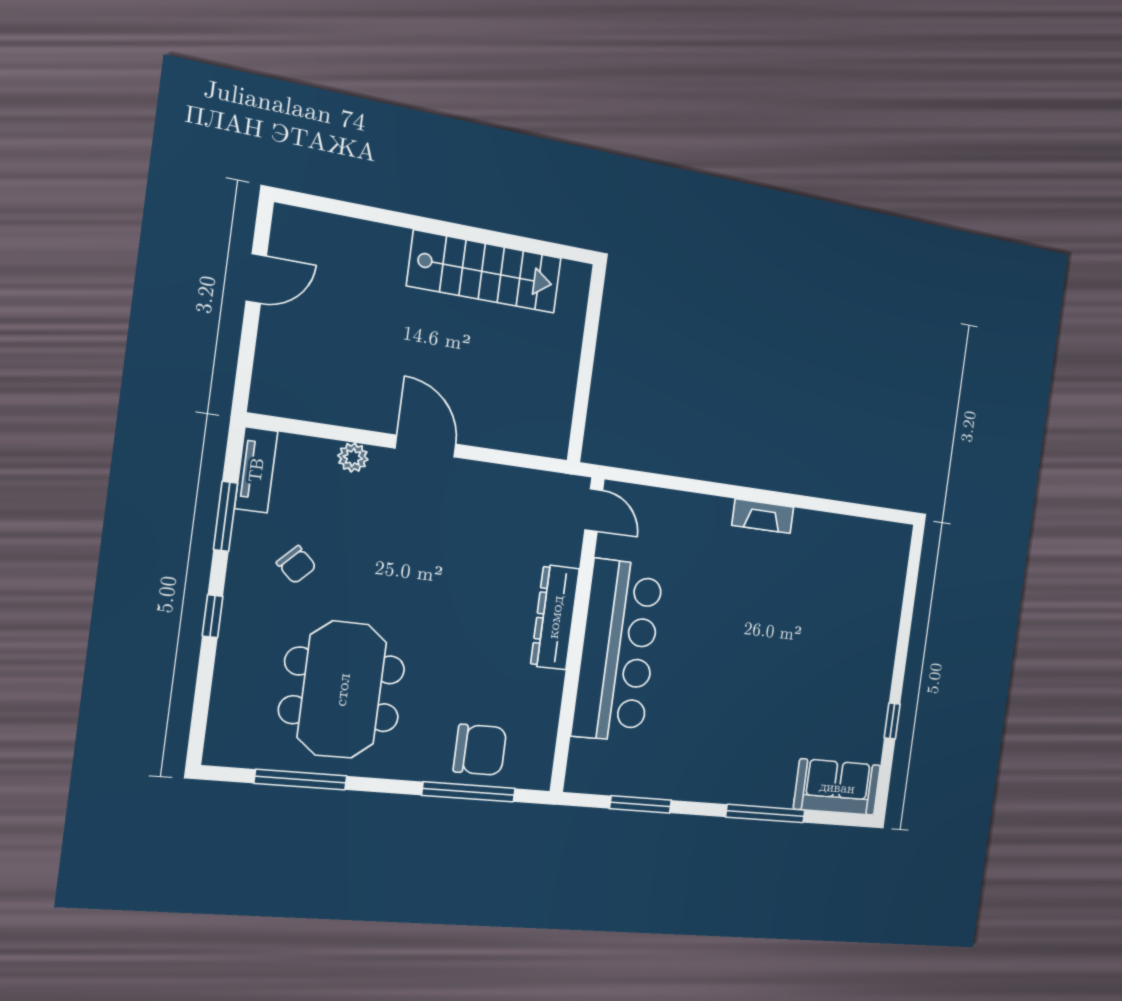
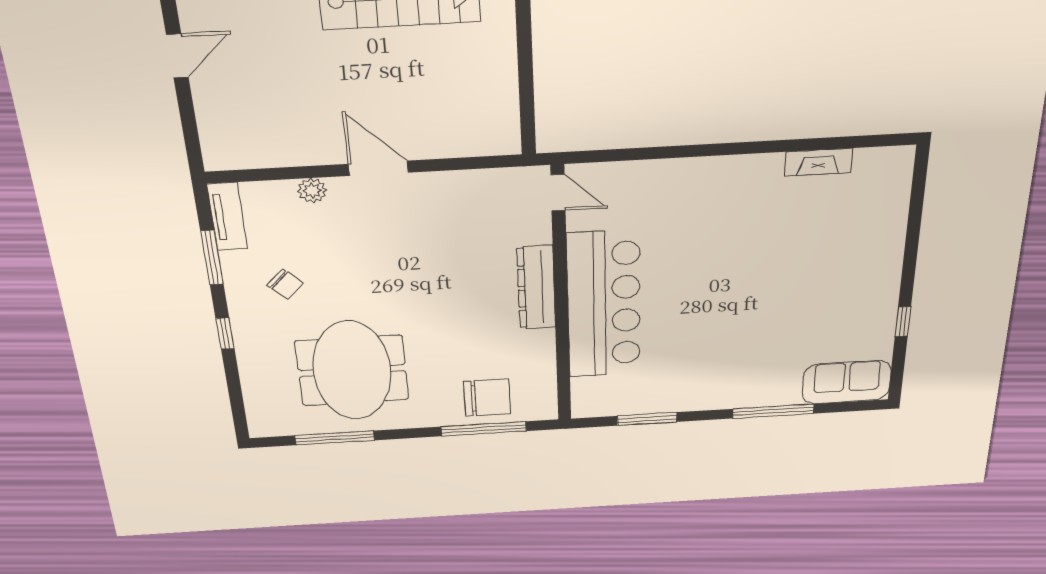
fireplace: (763, 516) -> (818, 162), moved

